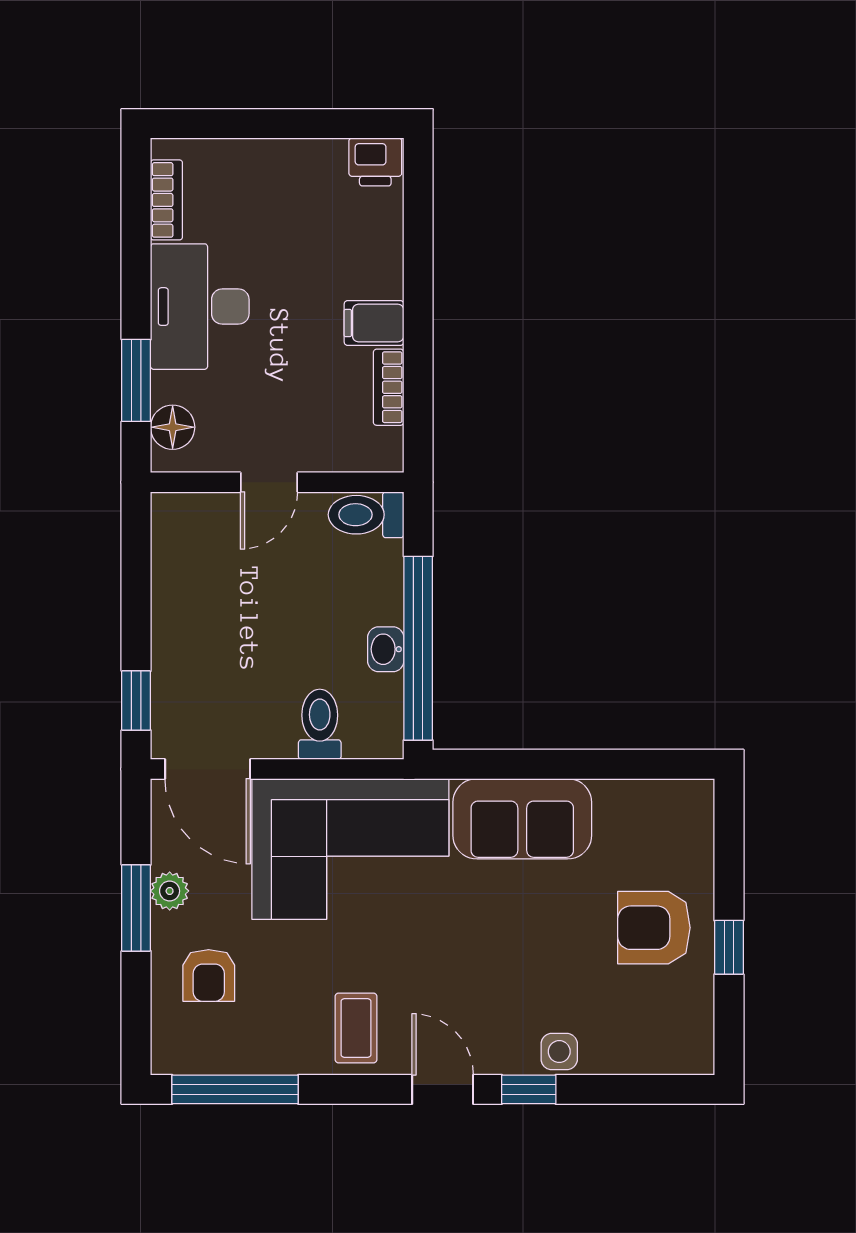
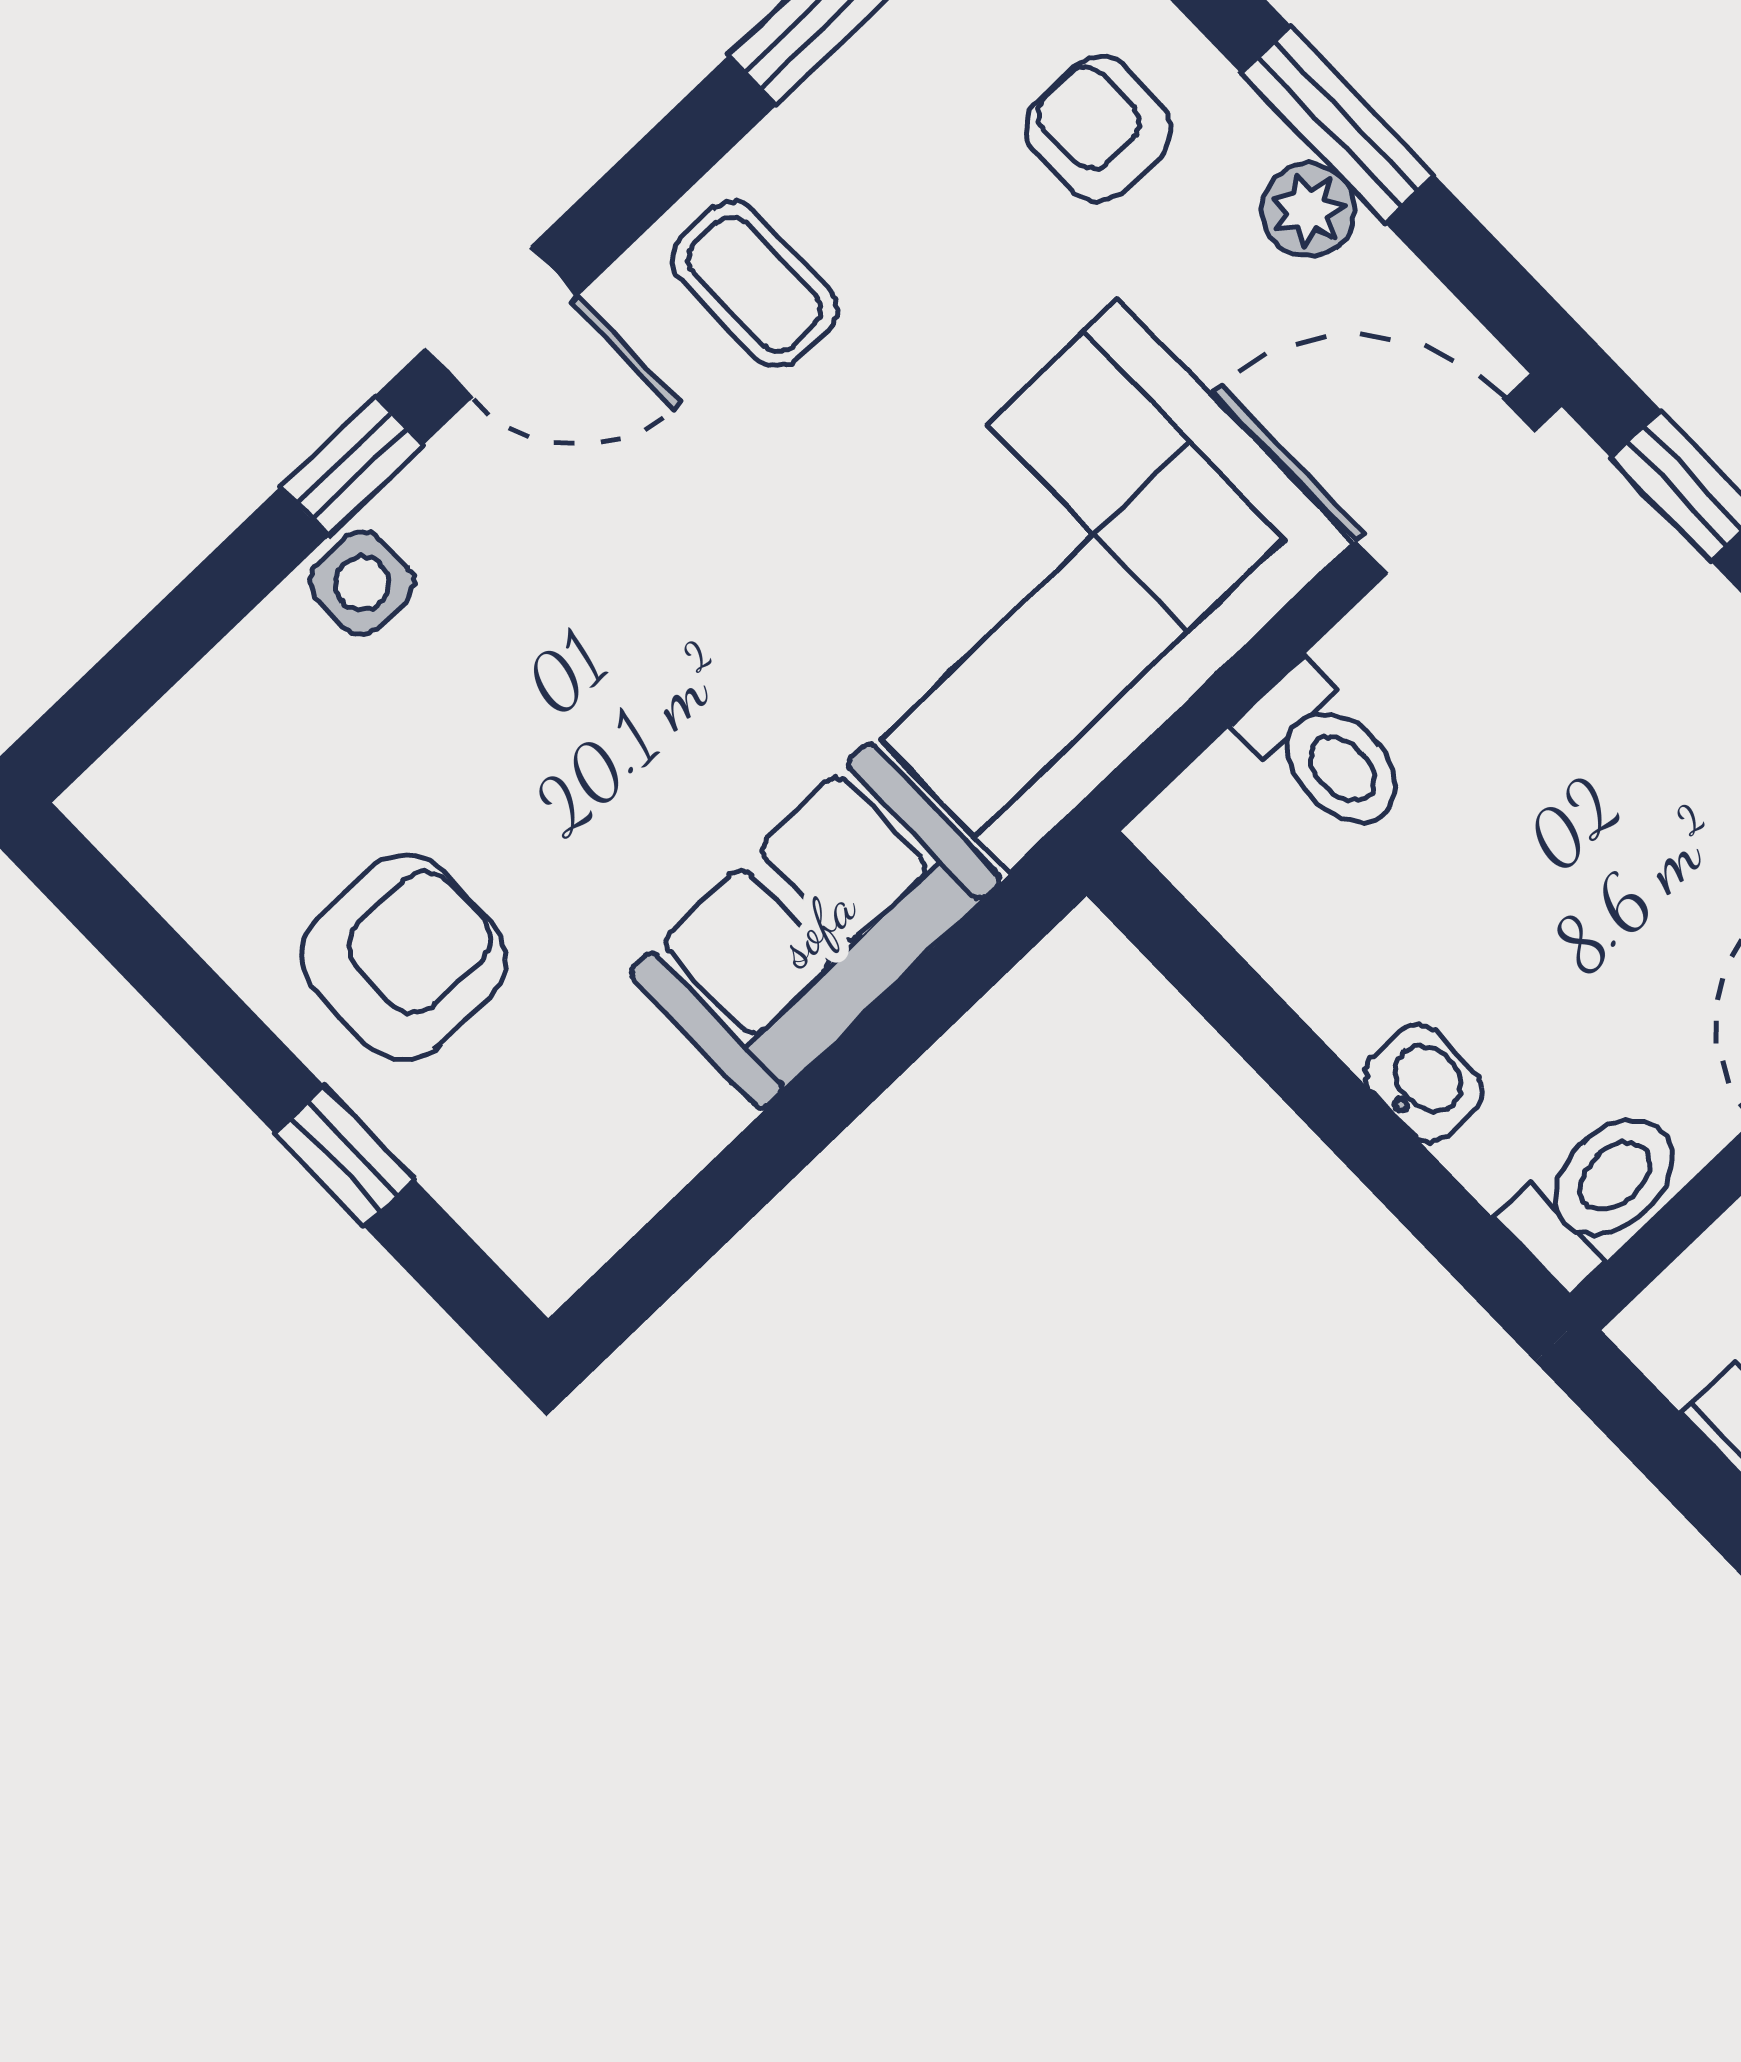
window: (418, 648) -> (1282, 1049), removed
washbasin: (386, 649) -> (1424, 1083), moved
window: (729, 947) -> (344, 1156), moved

